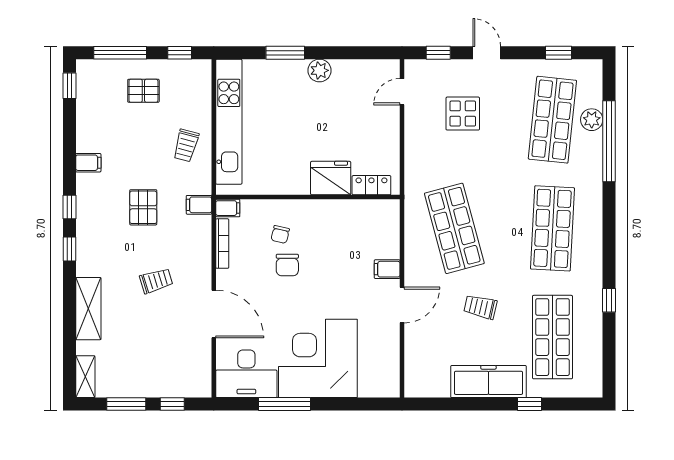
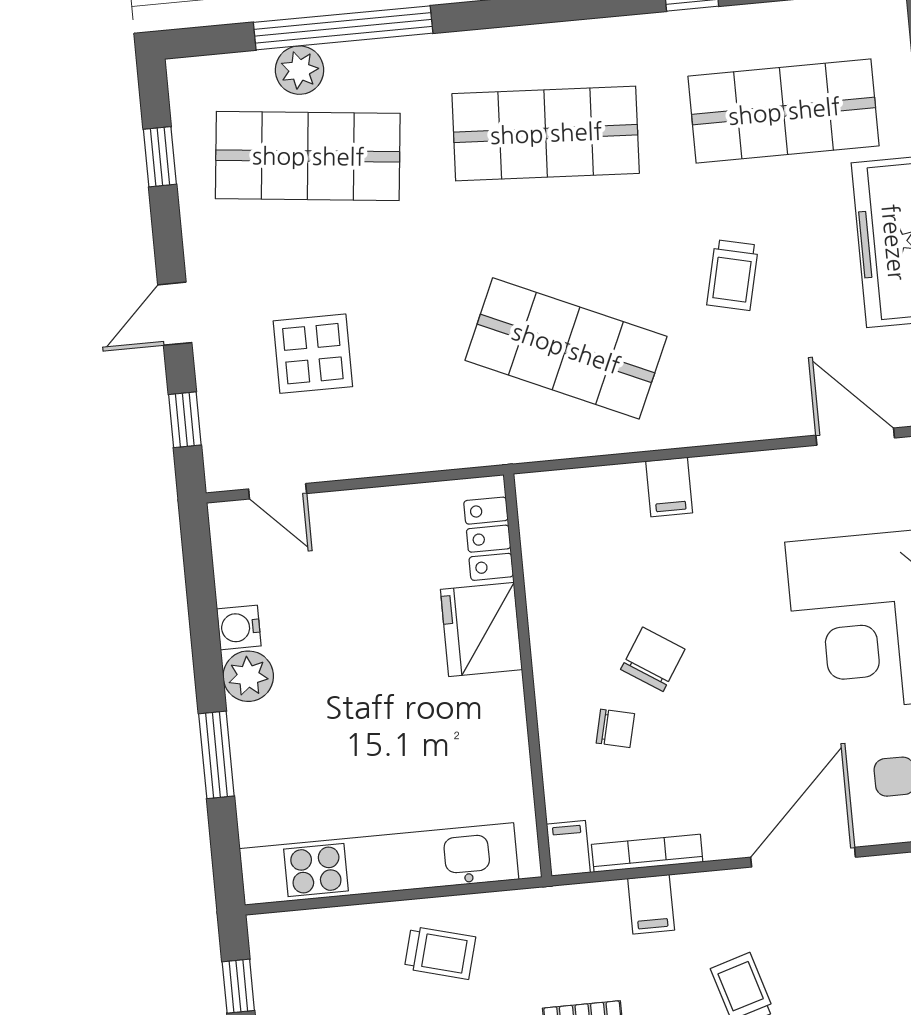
water cooler: (342, 68) -> (239, 627), added
filing cabinet: (199, 205) -> (651, 904), moved
shop shelf: (454, 228) -> (566, 348), turned 39
chair: (287, 265) -> (653, 659), moved, turned -57
door: (402, 305) -> (855, 437), moved

